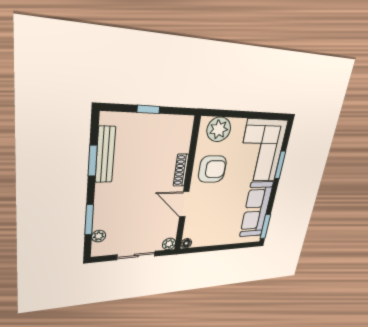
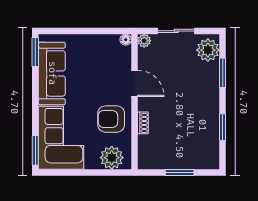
window: (148, 109) -> (180, 172), width x1.50
bench: (105, 155) -> (212, 133), removed
window: (280, 165) -> (35, 150), moved
shoe rack: (181, 170) -> (143, 123), width x0.70
plant: (99, 236) -> (208, 50), width x1.87, depth x1.87

